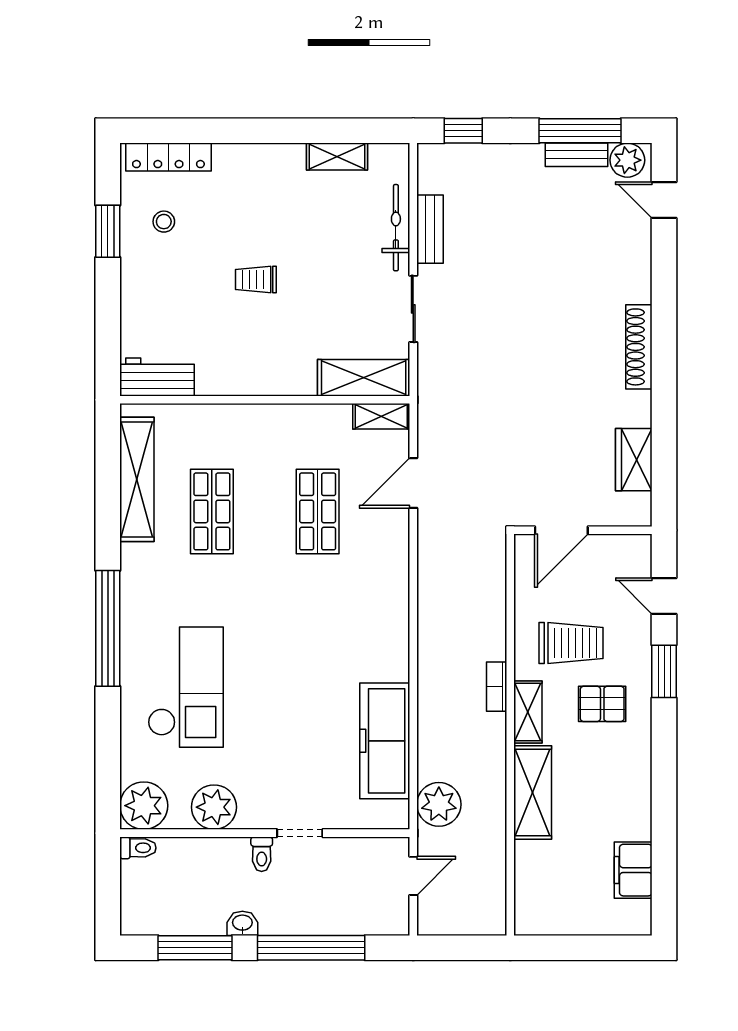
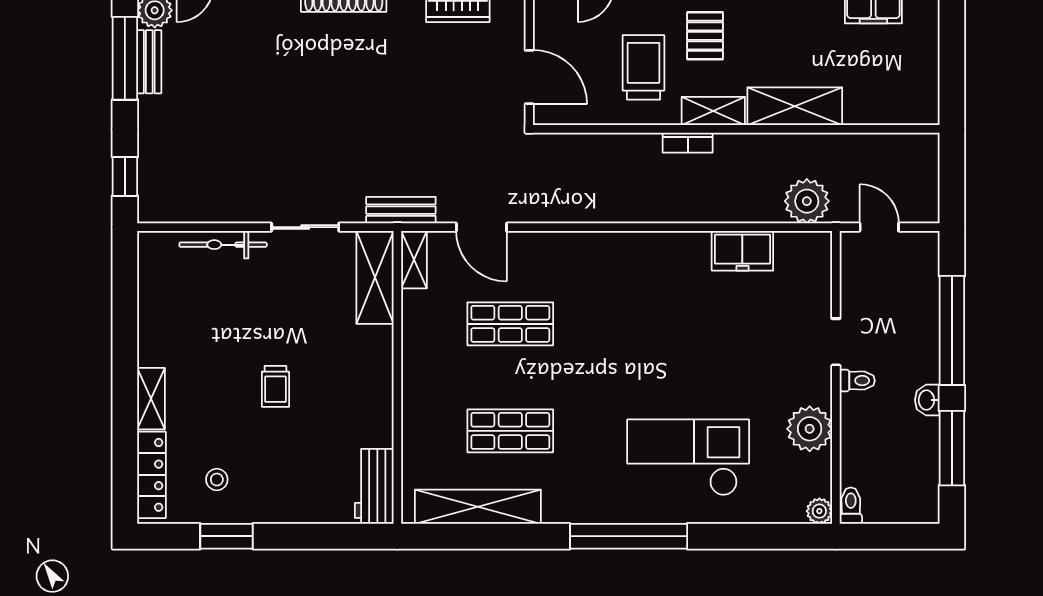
shelving: (337, 157) -> (151, 399), moved
bench: (430, 229) -> (401, 210), moved
freezer: (385, 741) -> (742, 251), width x0.52, depth x0.79
plant: (144, 806) -> (819, 511), width x0.53, depth x0.53

